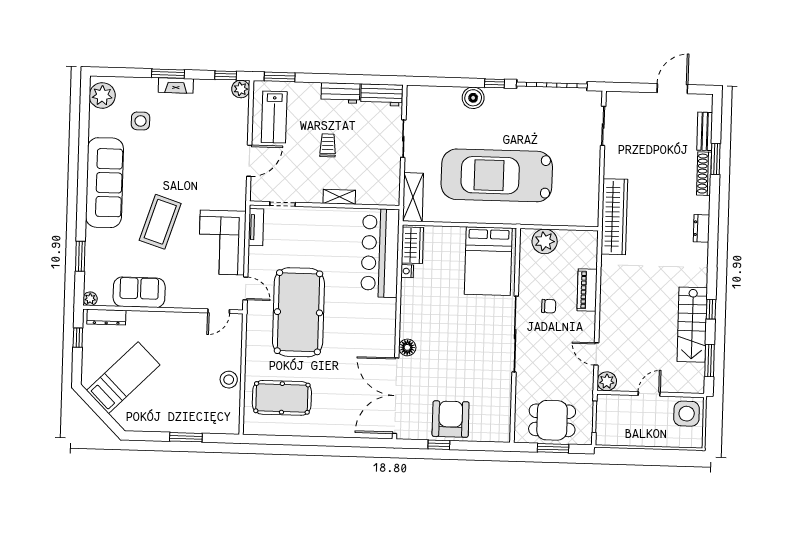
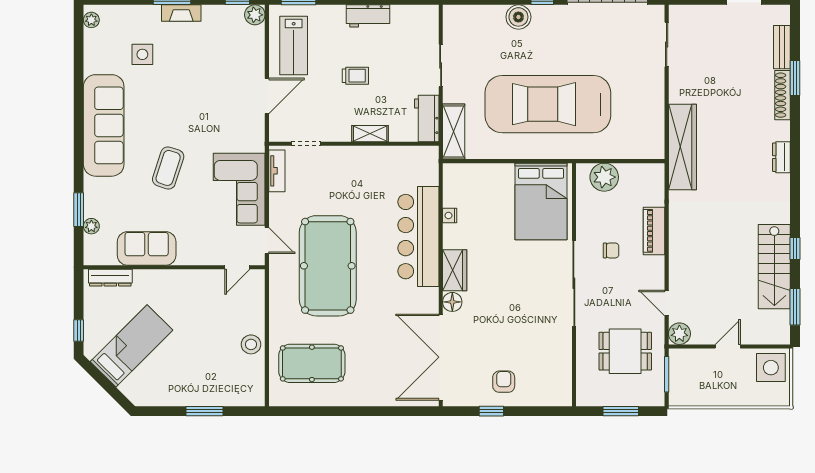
plant: (102, 95) -> (91, 20), width x0.53, depth x0.53
workbench: (382, 95) -> (427, 118), moved, turned 90
trolley: (328, 145) -> (355, 76), turned 90
coffee table: (160, 222) -> (168, 168), width x0.73, depth x0.76
wardrobe: (412, 245) -> (455, 270), moved
bar counter: (380, 253) -> (418, 237), moved
plant: (90, 299) -> (91, 226), moved
window: (78, 338) -> (79, 331), moved
armchair: (451, 419) -> (504, 382), width x0.53, depth x0.53
dining table: (552, 420) -> (625, 351), moved

